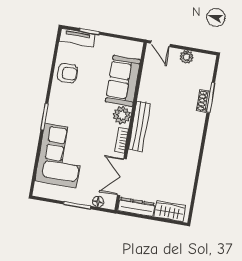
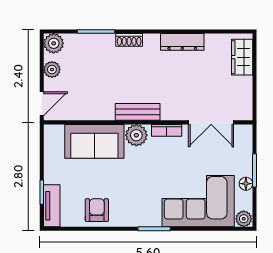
plant: (207, 62) -> (54, 43), added
shoe rack: (203, 101) -> (129, 40), moved
bench: (139, 126) -> (138, 112), width x0.73
plant: (40, 190) -> (244, 219), added
floor lamp: (98, 202) -> (246, 184), moved
dresser: (136, 207) -> (182, 42), moved, turned -90

